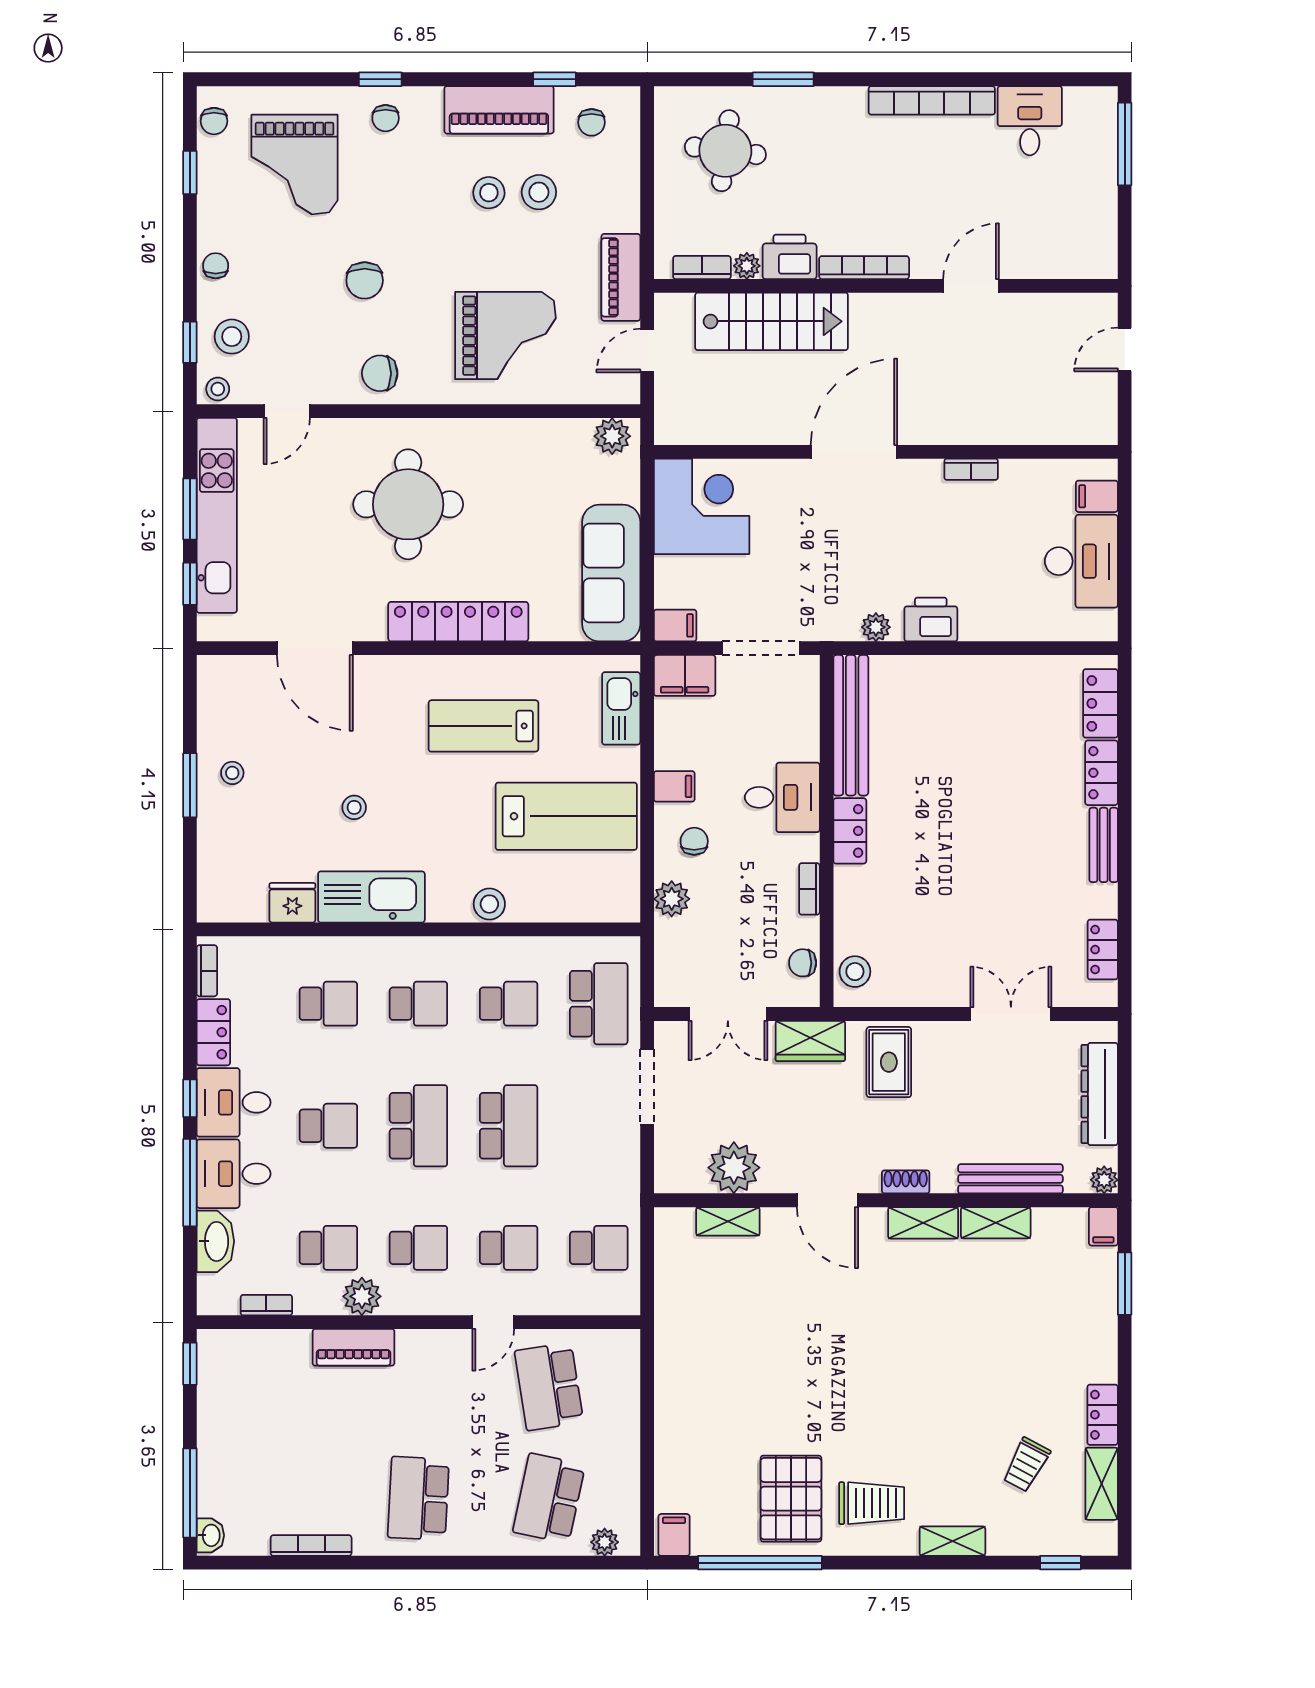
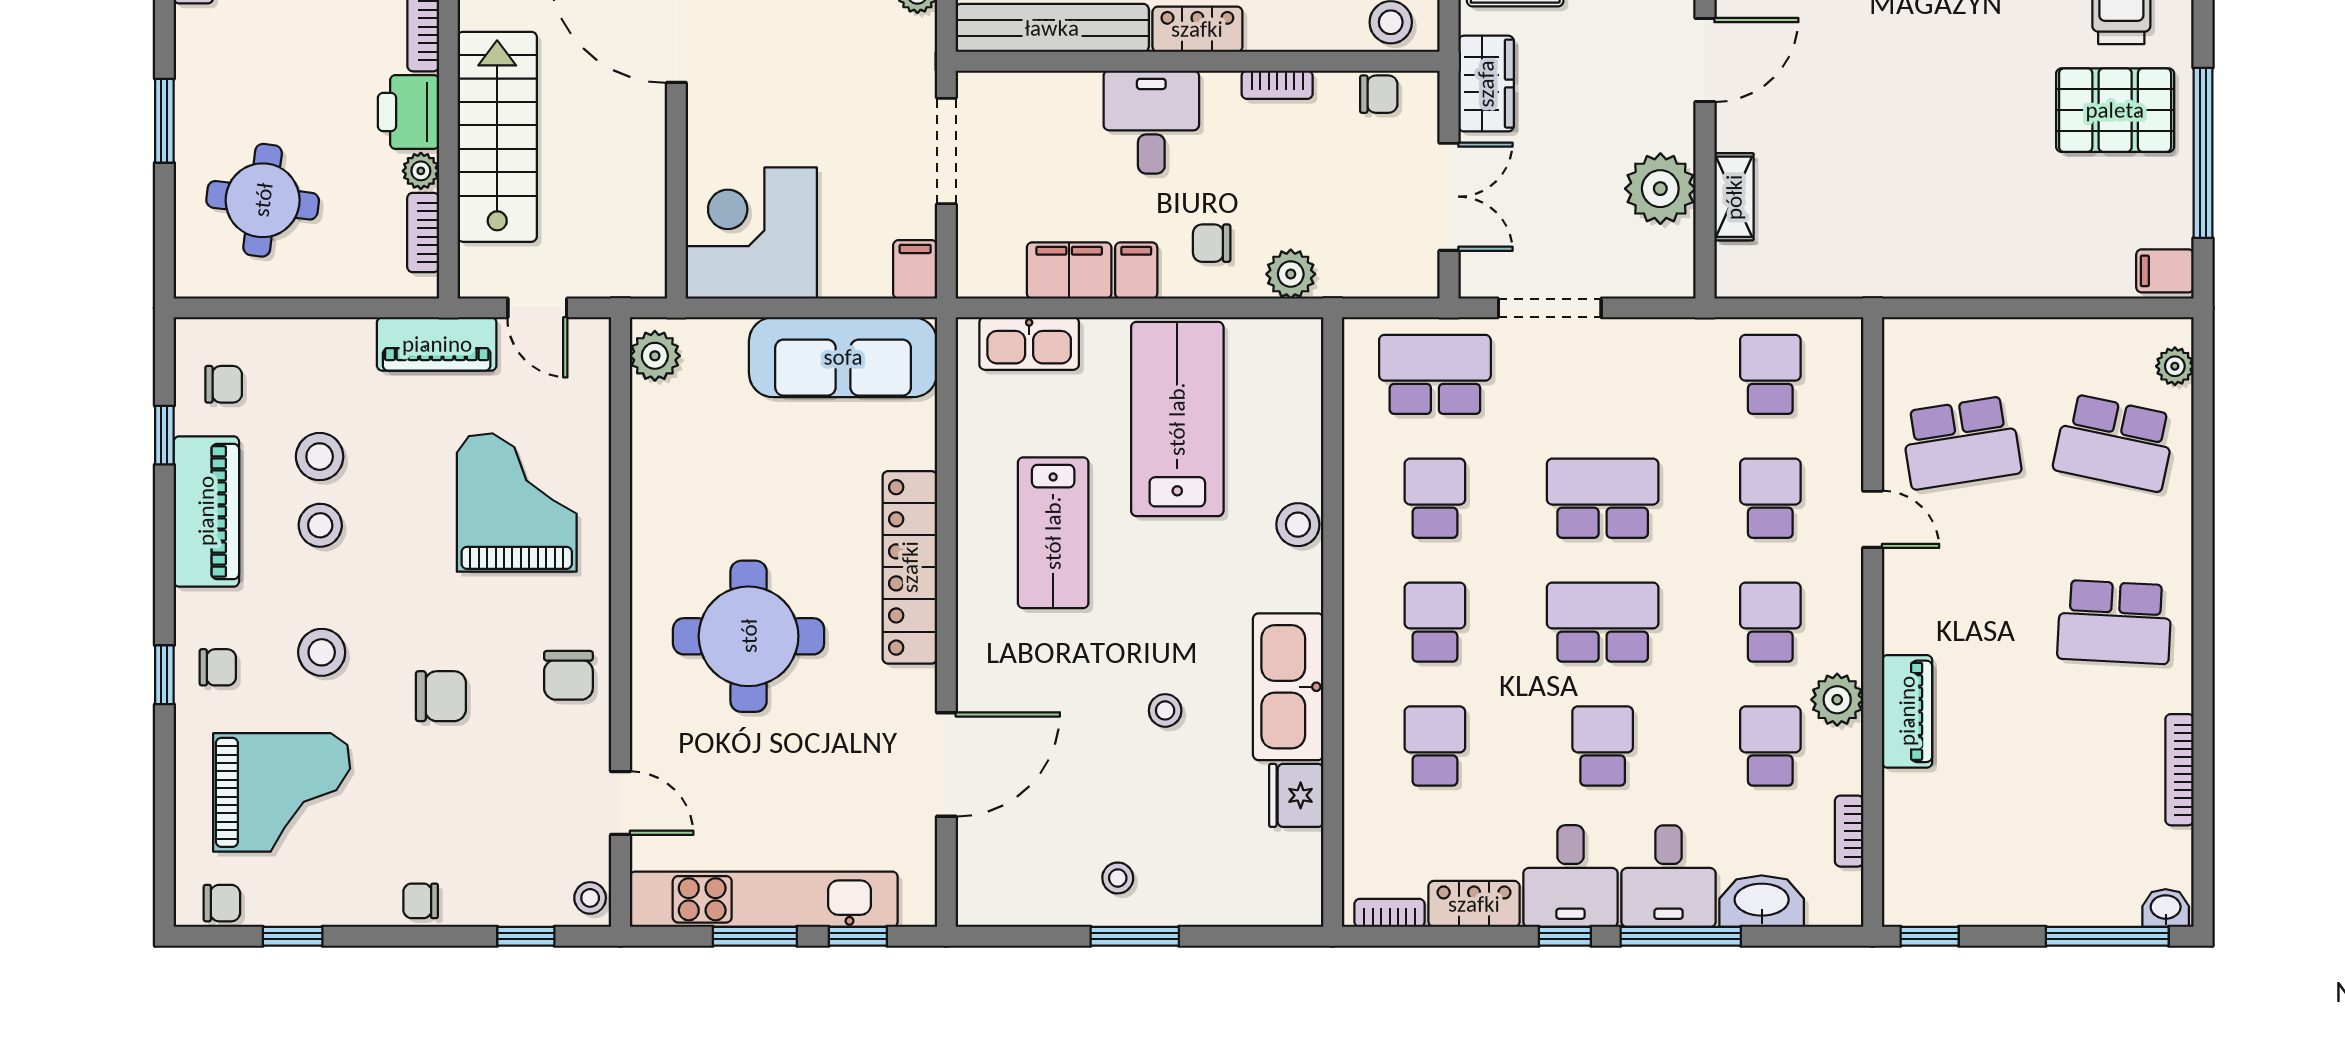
stool: (232, 337) -> (322, 652), moved
filing cabinet: (685, 675) -> (1069, 270), moved, turned -90
chair: (803, 963) -> (1379, 94), turned -90

